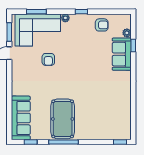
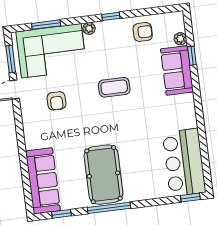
armchair: (48, 59) -> (56, 101), moved
coffee table: (77, 60) -> (114, 87), added
bar counter: (119, 118) -> (184, 162), added

